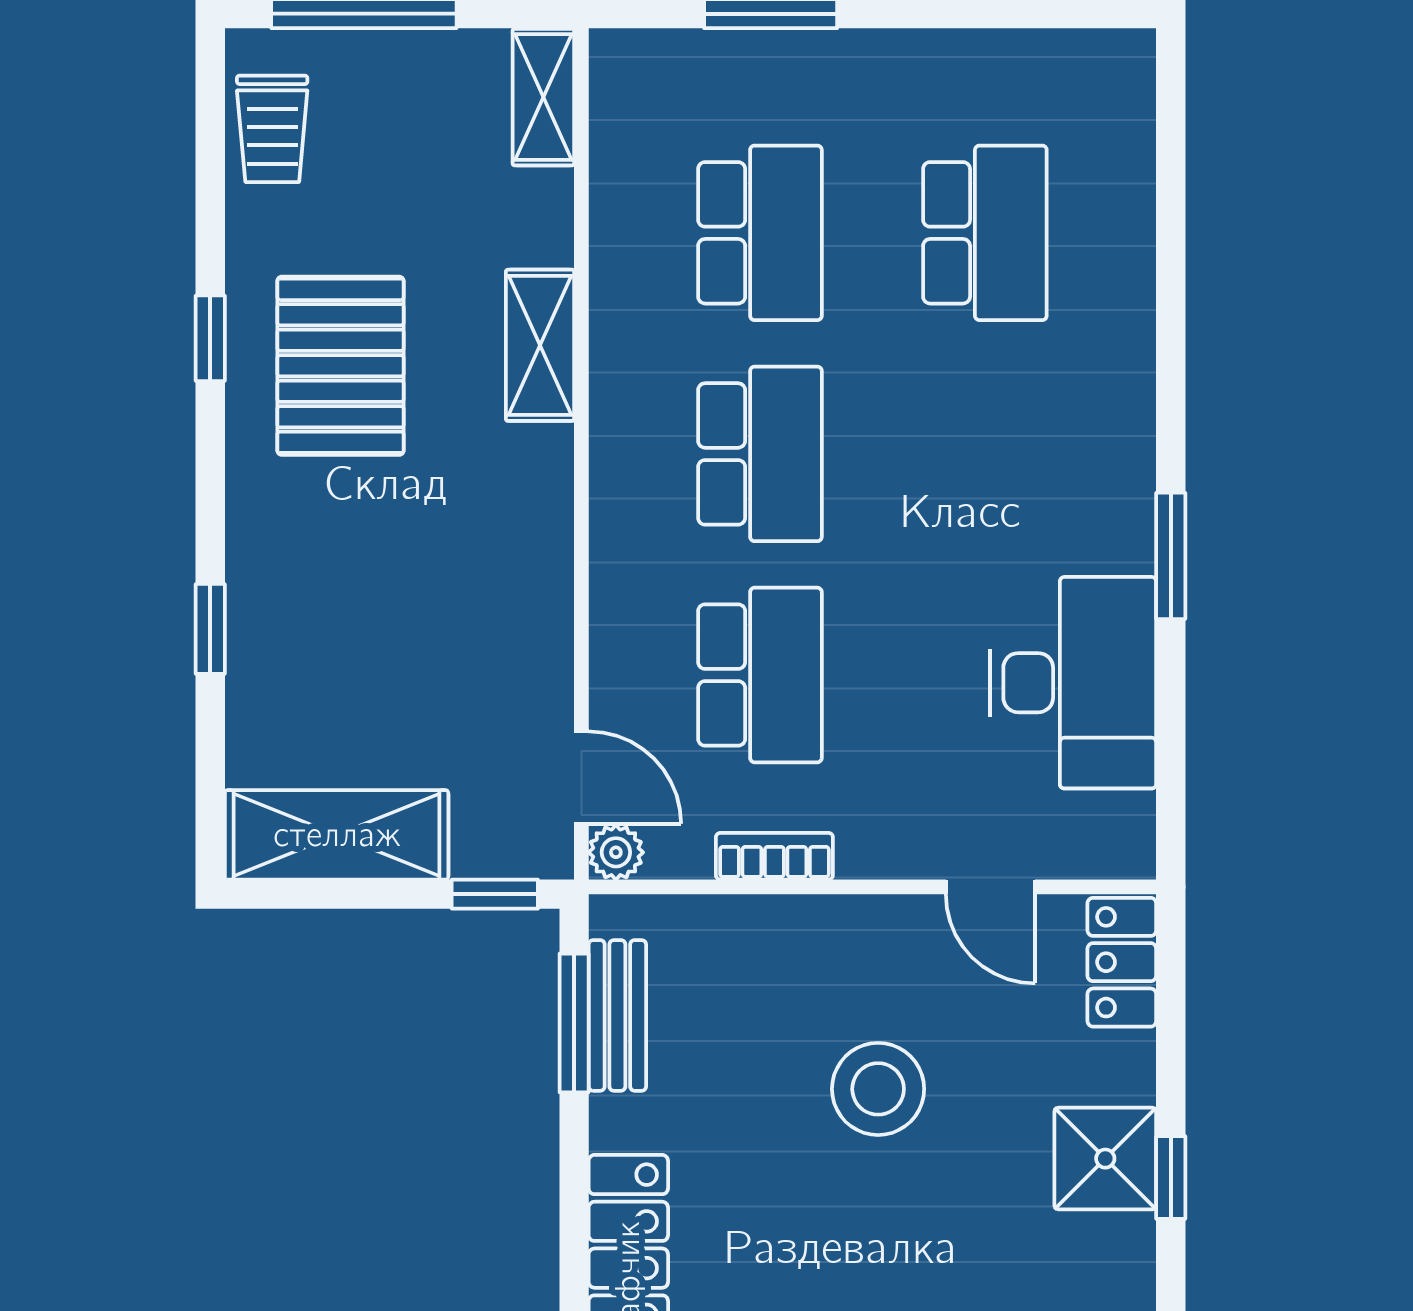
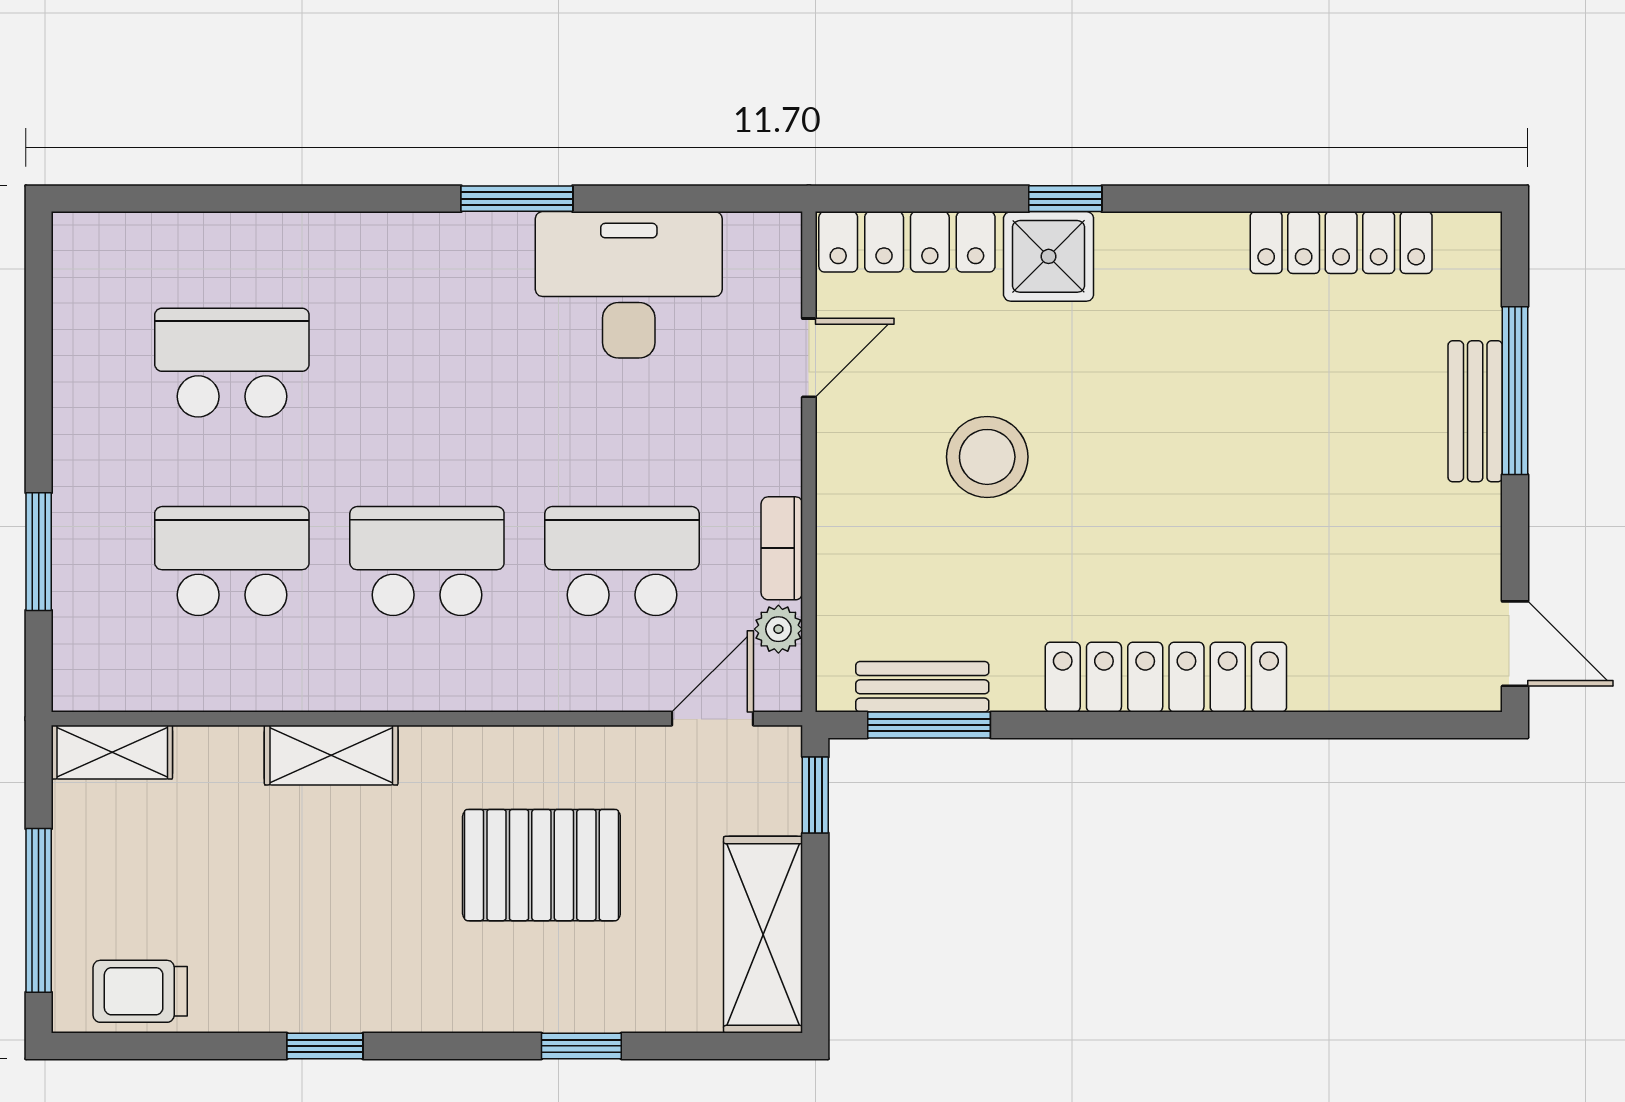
trolley: (272, 129) -> (140, 991), turned 180
pallet: (341, 366) -> (541, 865), moved
plant: (616, 852) -> (778, 629), moved
locker: (1122, 962) -> (907, 242), width x1.53

